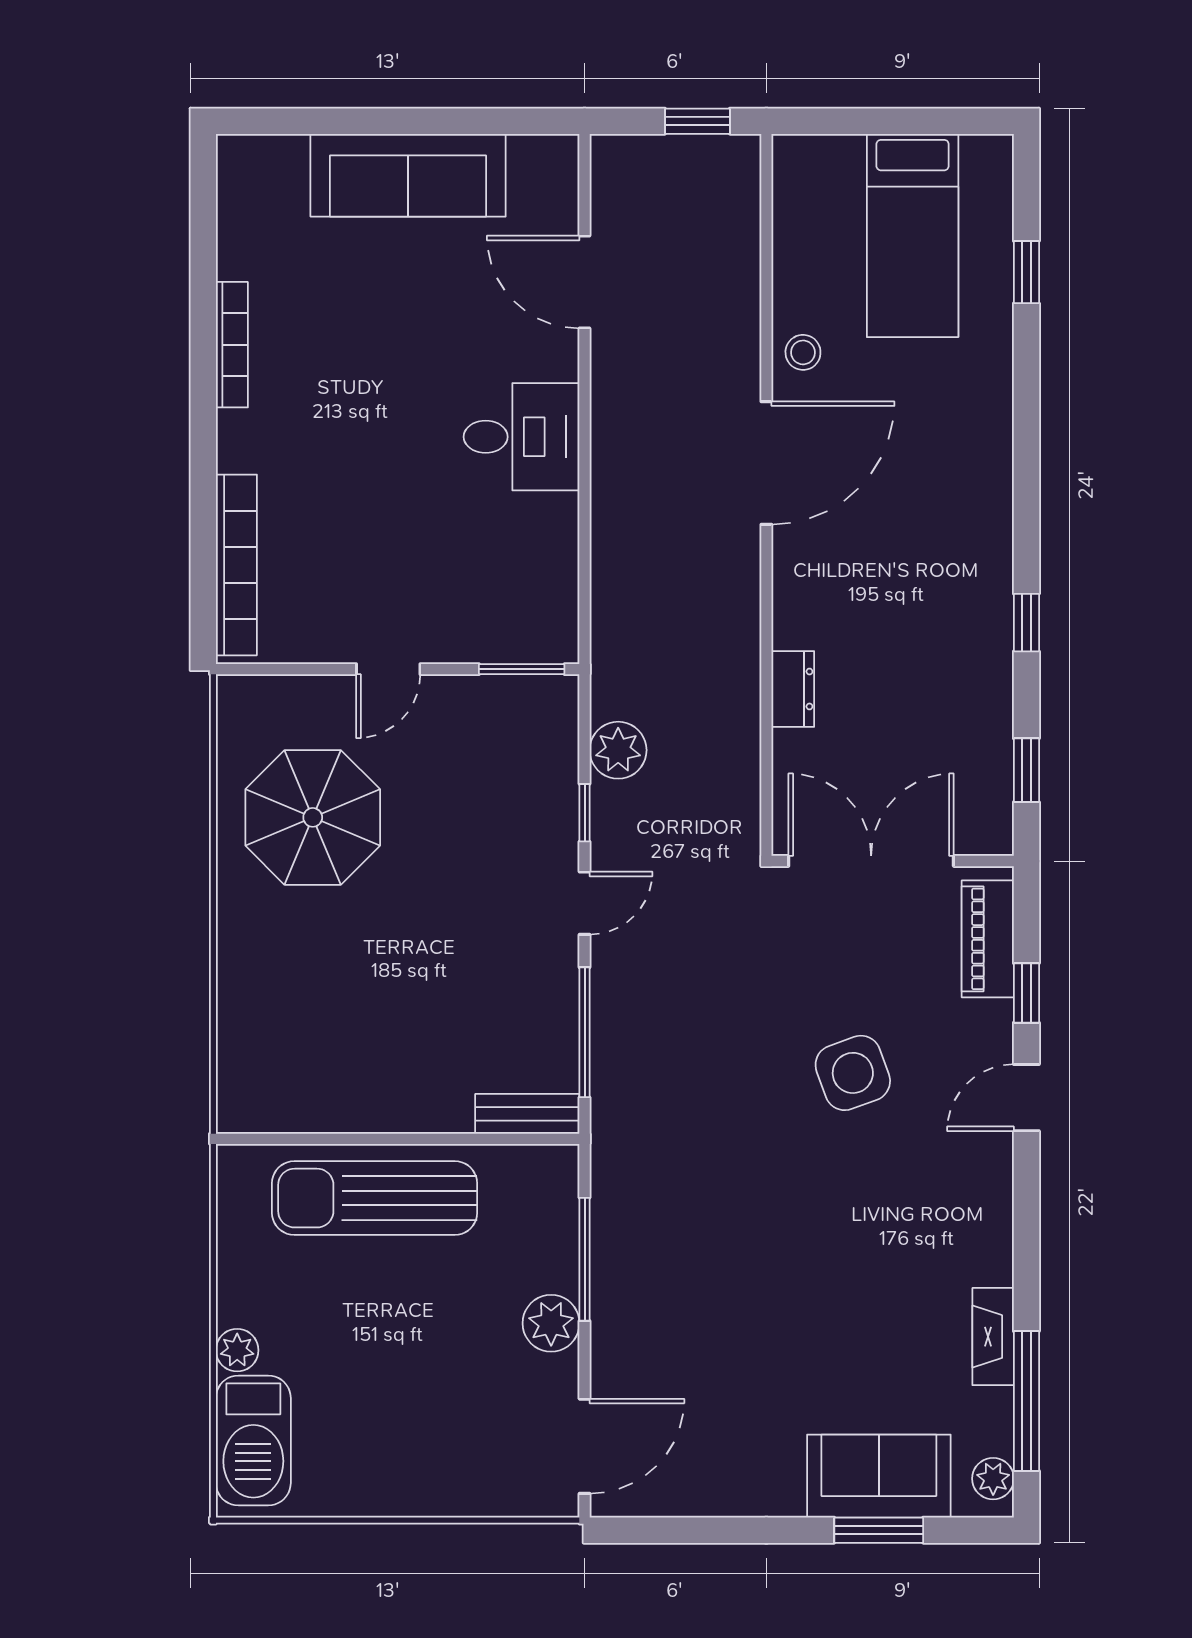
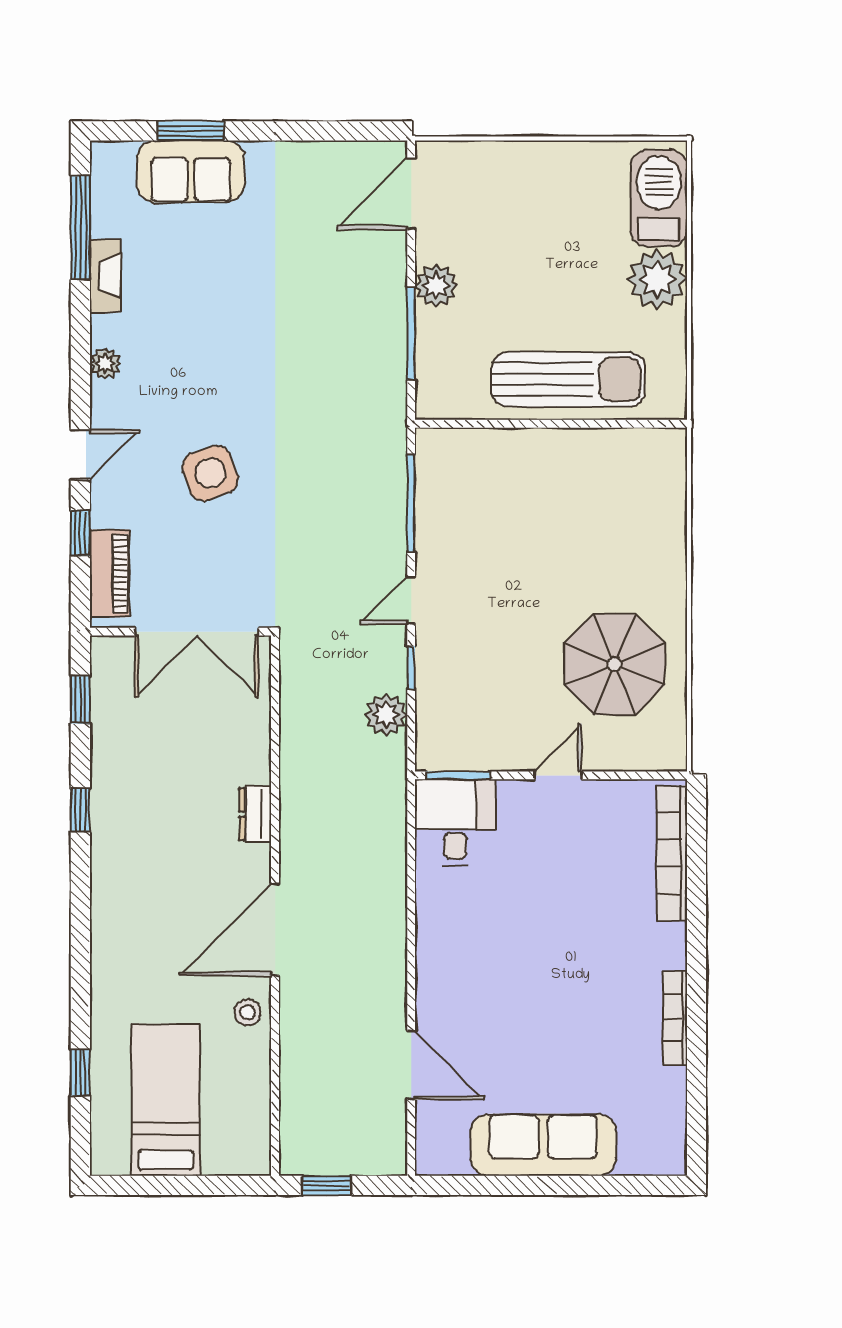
desk: (522, 437) -> (455, 822), moved, turned 90
dresser: (793, 689) -> (255, 814), moved
bench: (527, 1114) -> (454, 442), removed
plant: (237, 1350) -> (657, 280), width x1.87, depth x1.87
plant: (993, 1479) -> (105, 364), moved

